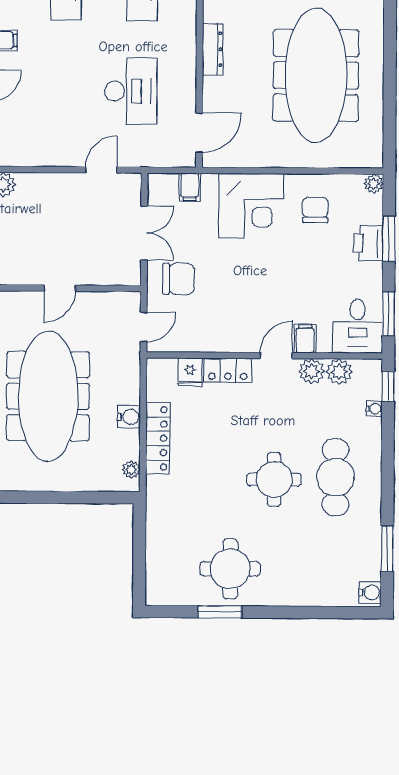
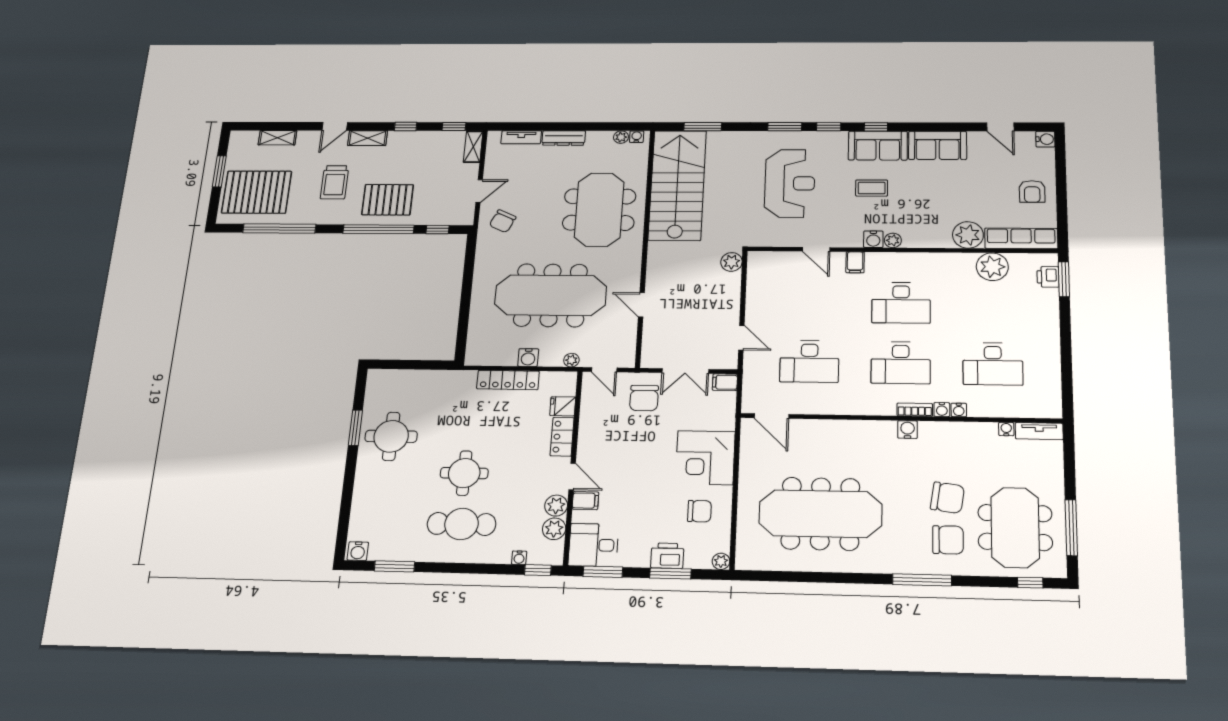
dresser: (213, 49) -> (845, 428), removed
filing cabinet: (190, 187) -> (725, 382), moved
plant: (131, 469) -> (571, 360), moved

